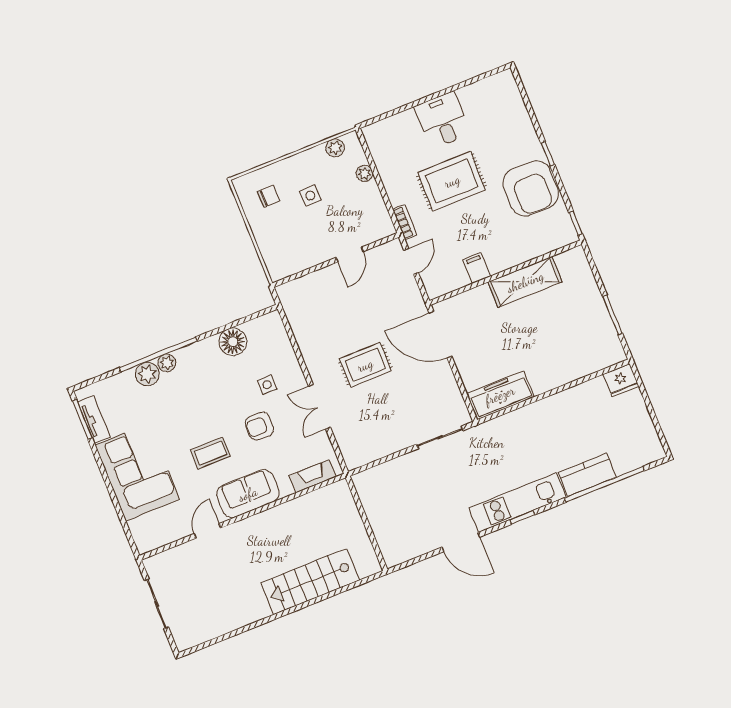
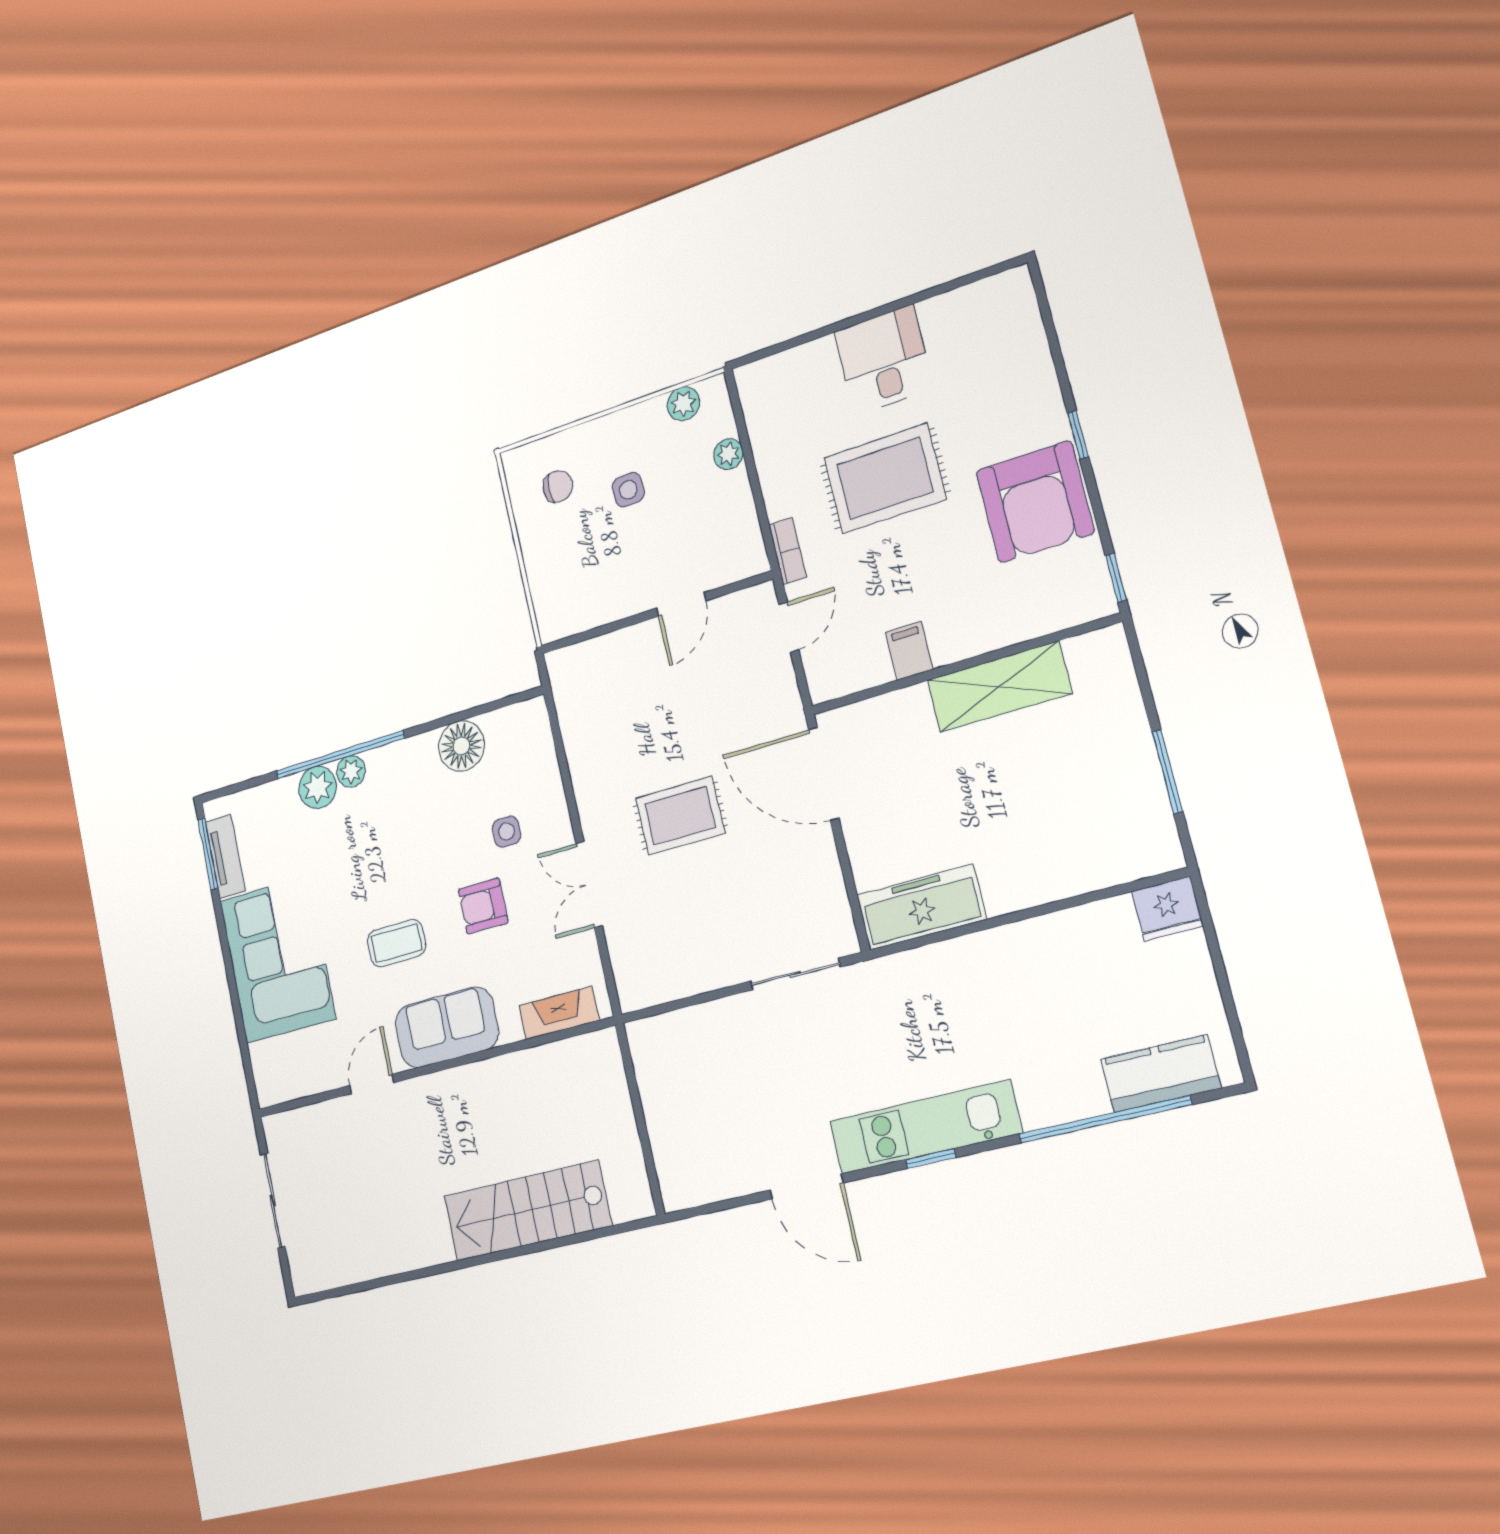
kitchen counter: (587, 475) -> (1161, 1074), moved

